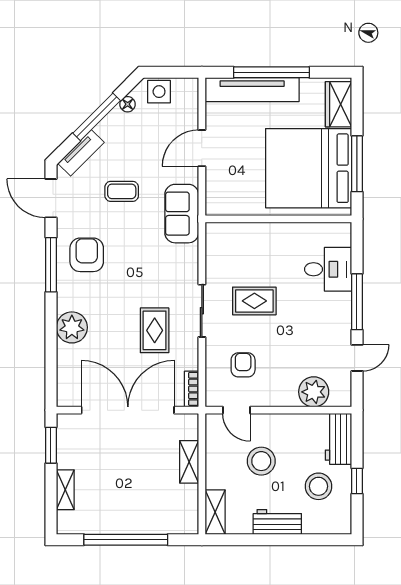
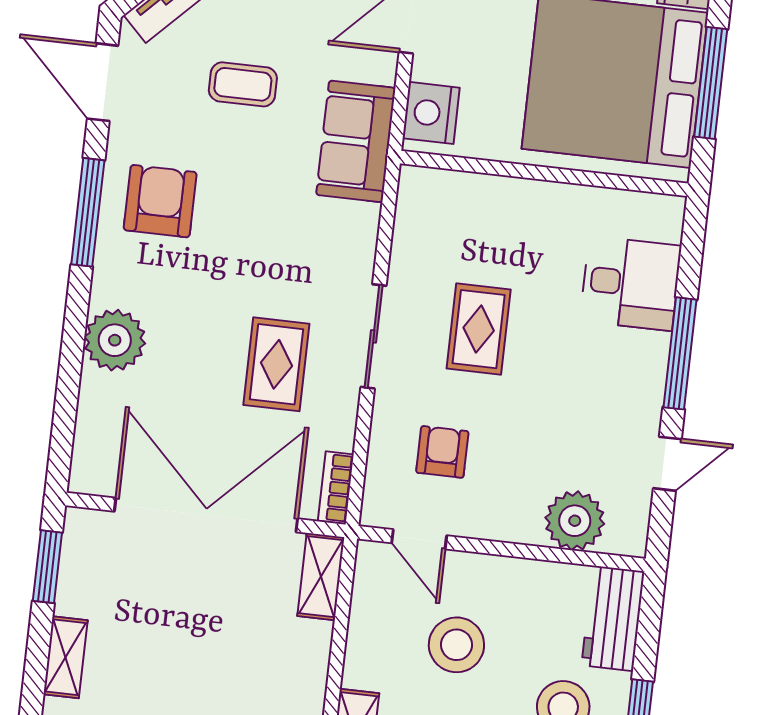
nightstand: (218, 195) -> (431, 113), added
rug: (254, 301) -> (479, 329), turned 90
shelving: (189, 462) -> (321, 577), moved

